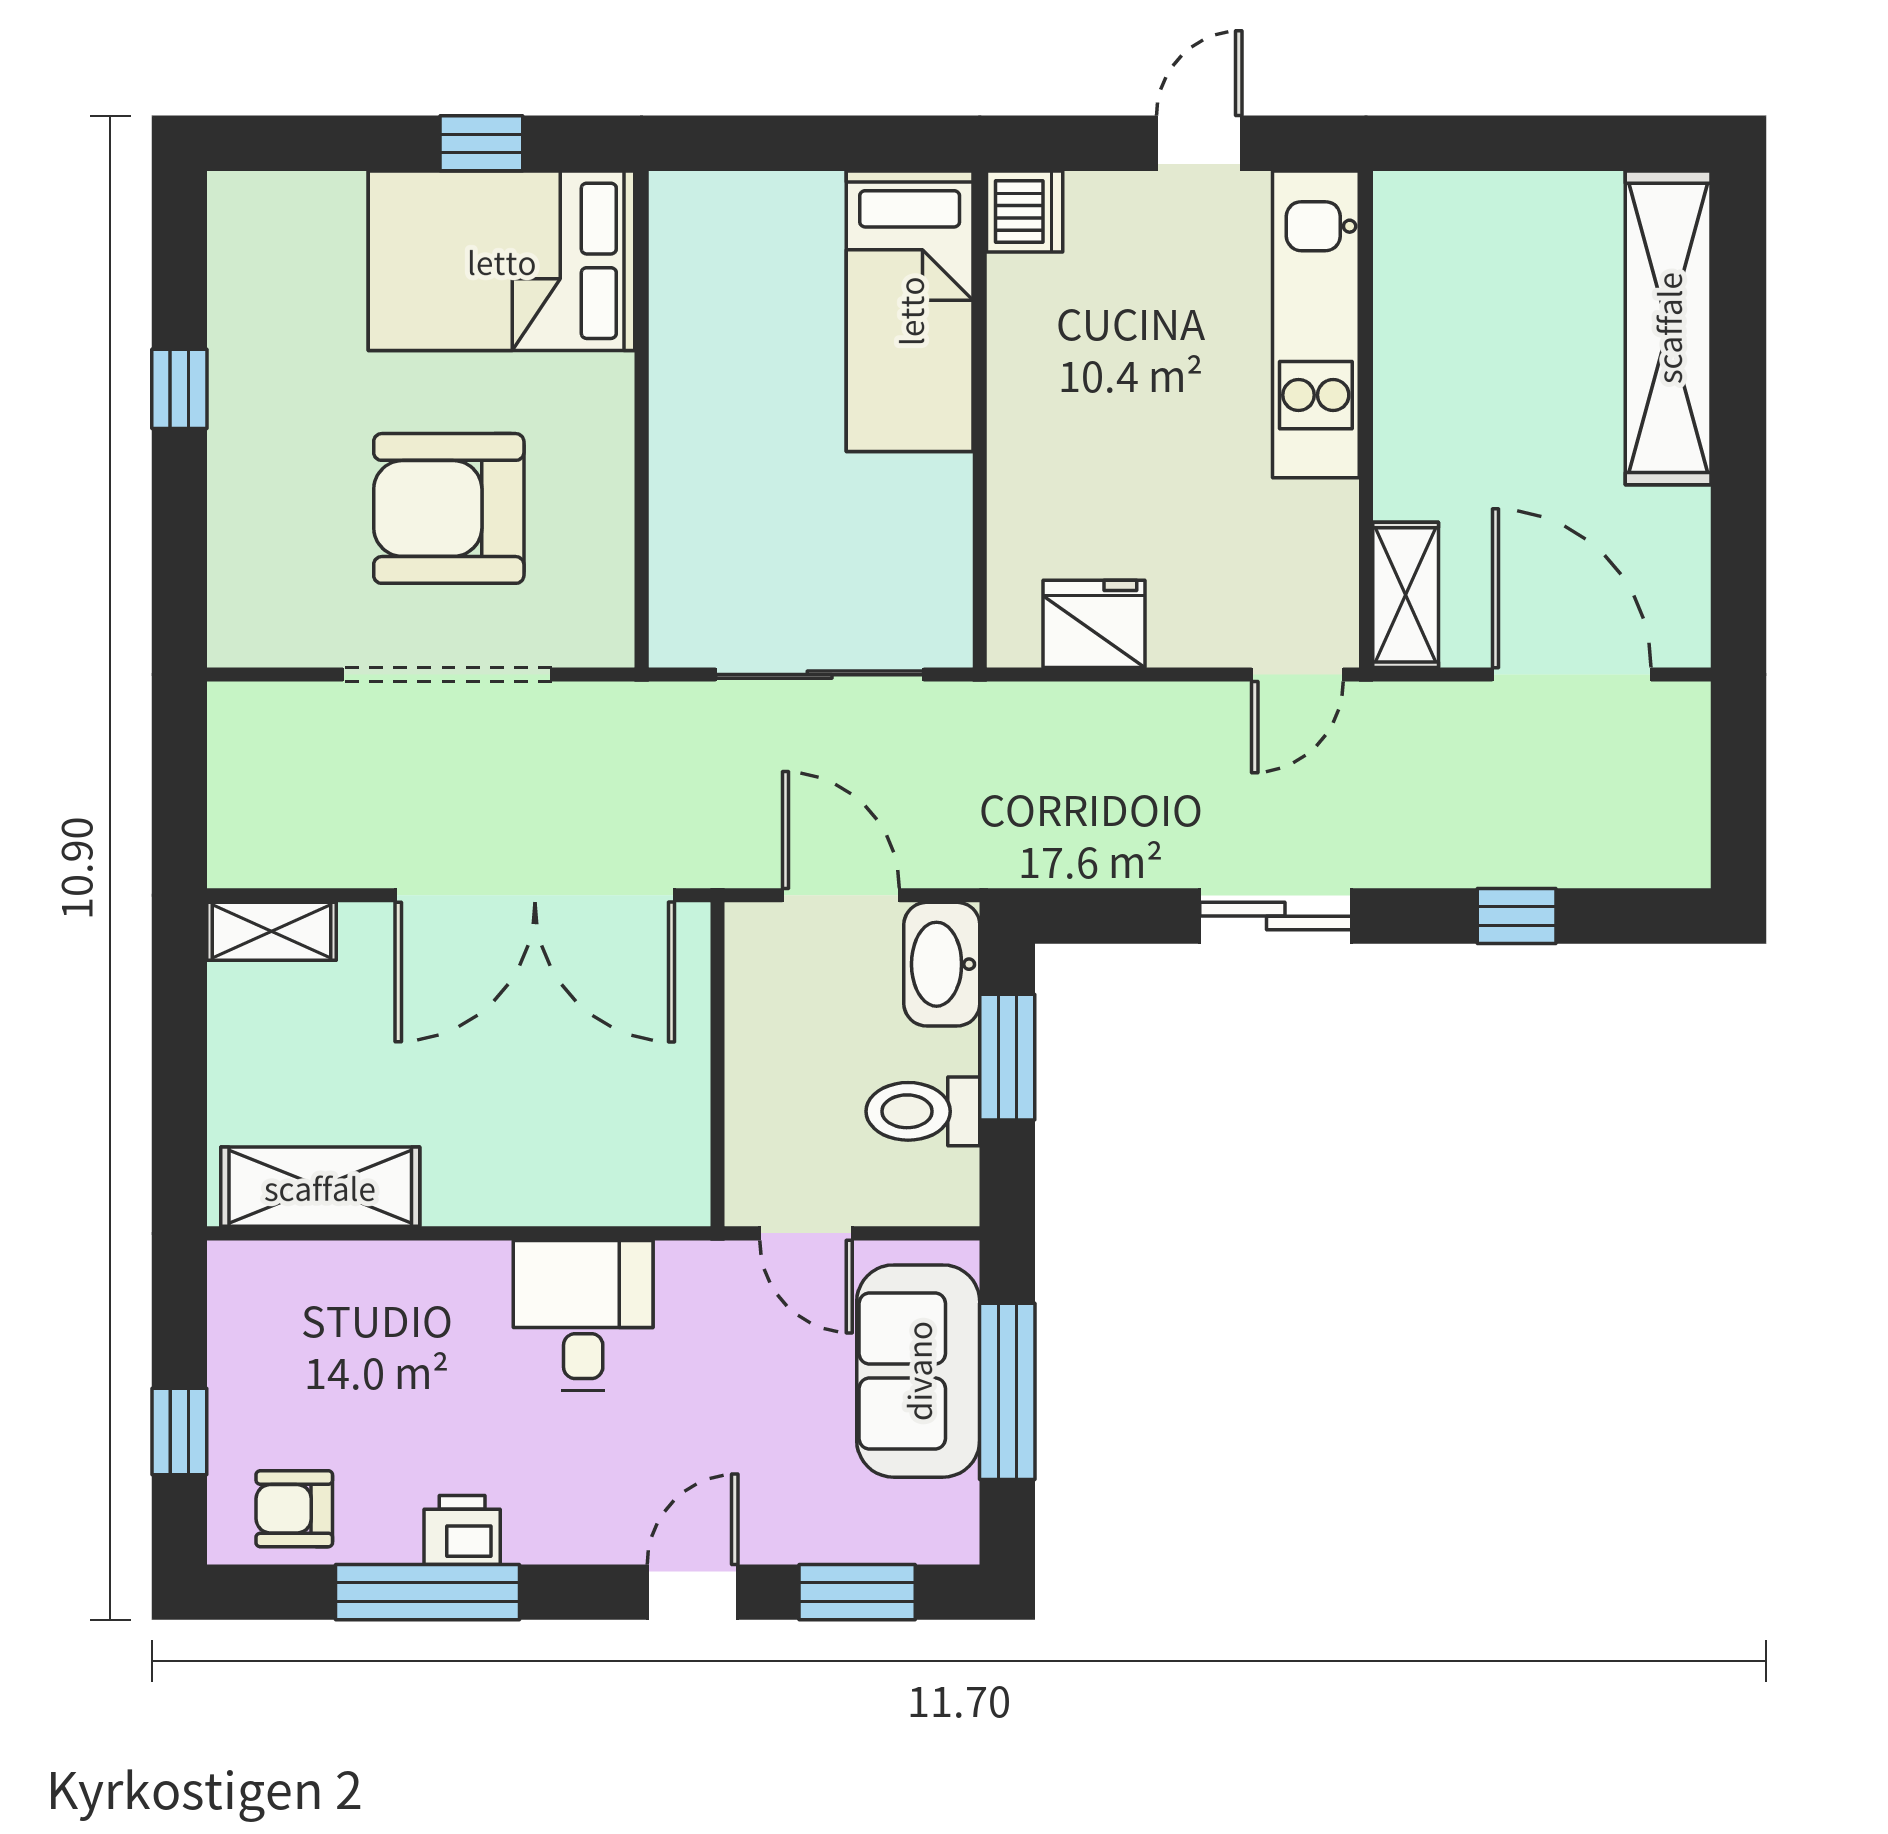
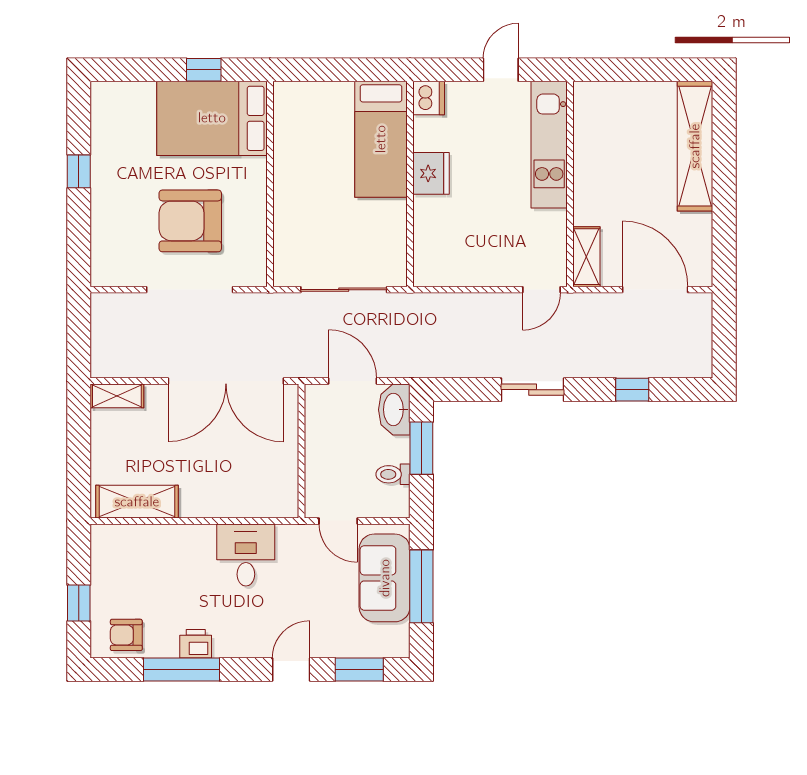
fridge: (1094, 624) -> (431, 173), moved, turned 90
toilet: (923, 1111) -> (393, 474), width x0.73, depth x0.72

